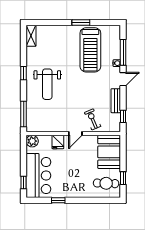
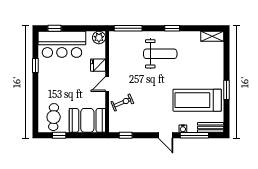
weight bench: (47, 84) -> (160, 54), turned 180
bench: (116, 101) -> (211, 127), moved
door: (75, 134) -> (107, 84), hinge flipped

